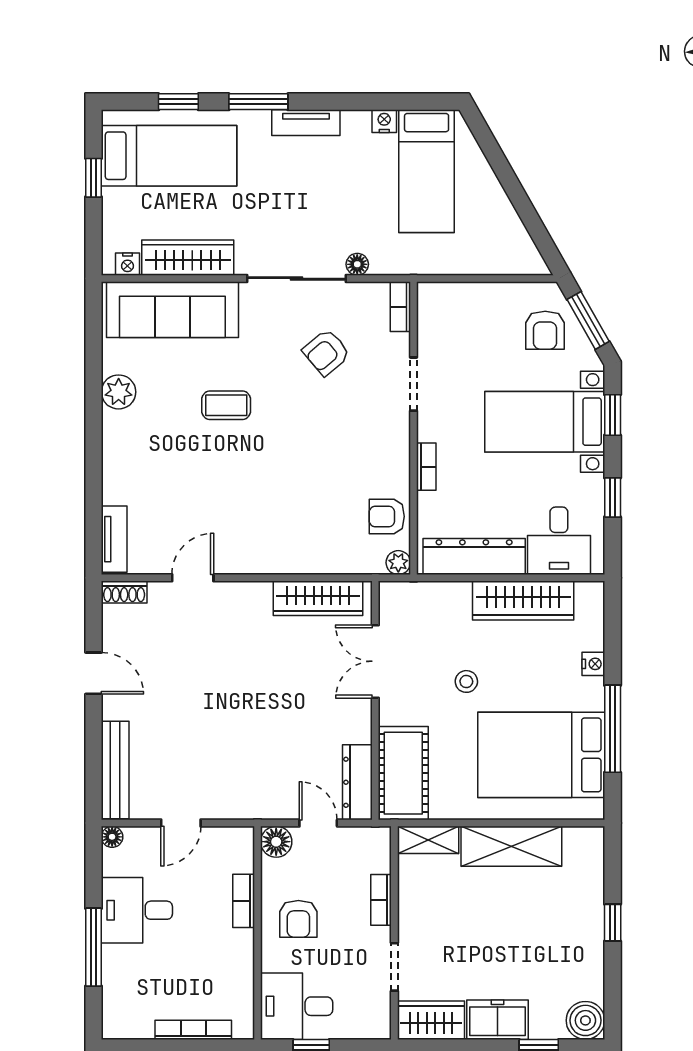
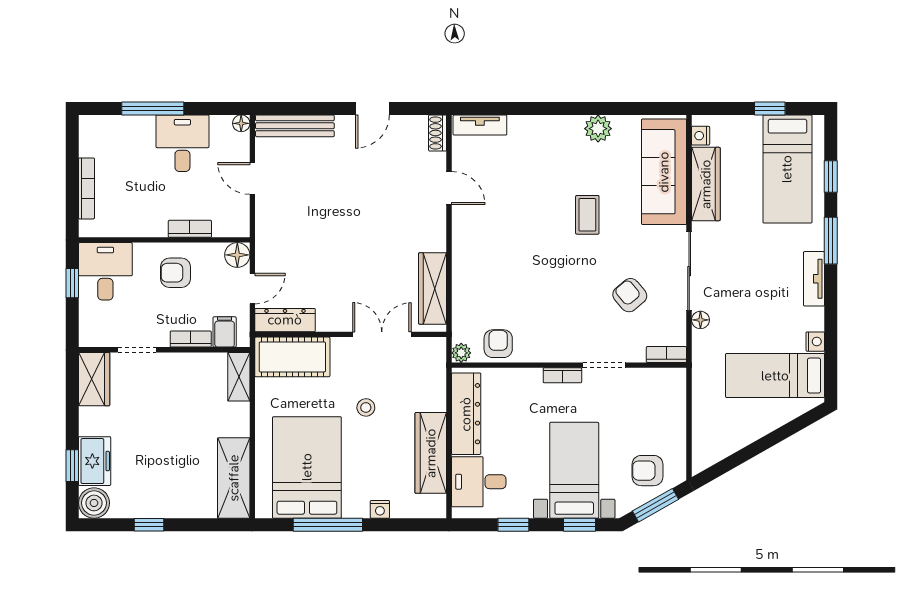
bookcase: (426, 467) -> (562, 375), moved
shelving: (511, 846) -> (234, 478), moved
filing cabinet: (372, 858) -> (225, 332), added
window: (613, 923) -> (149, 525), moved
freezer: (497, 1020) -> (95, 461), moved

